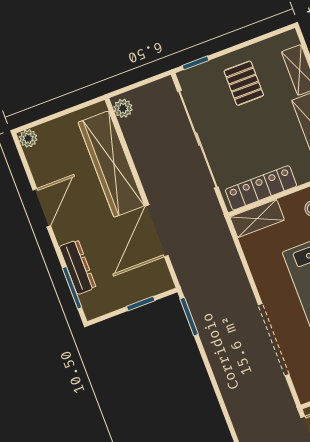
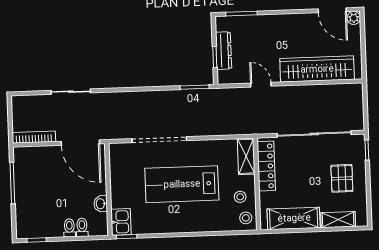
pallet: (244, 83) -> (342, 178), turned 90
plant: (123, 108) -> (353, 90), removed
door: (42, 208) -> (332, 10), moved
door: (157, 231) -> (261, 85), width x0.53
dresser: (78, 267) -> (224, 51), moved, turned -90

